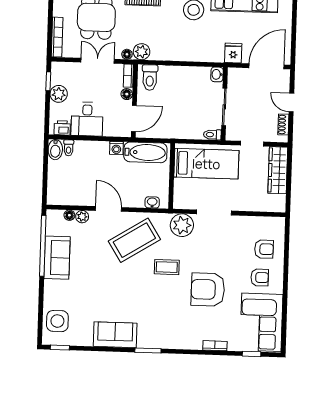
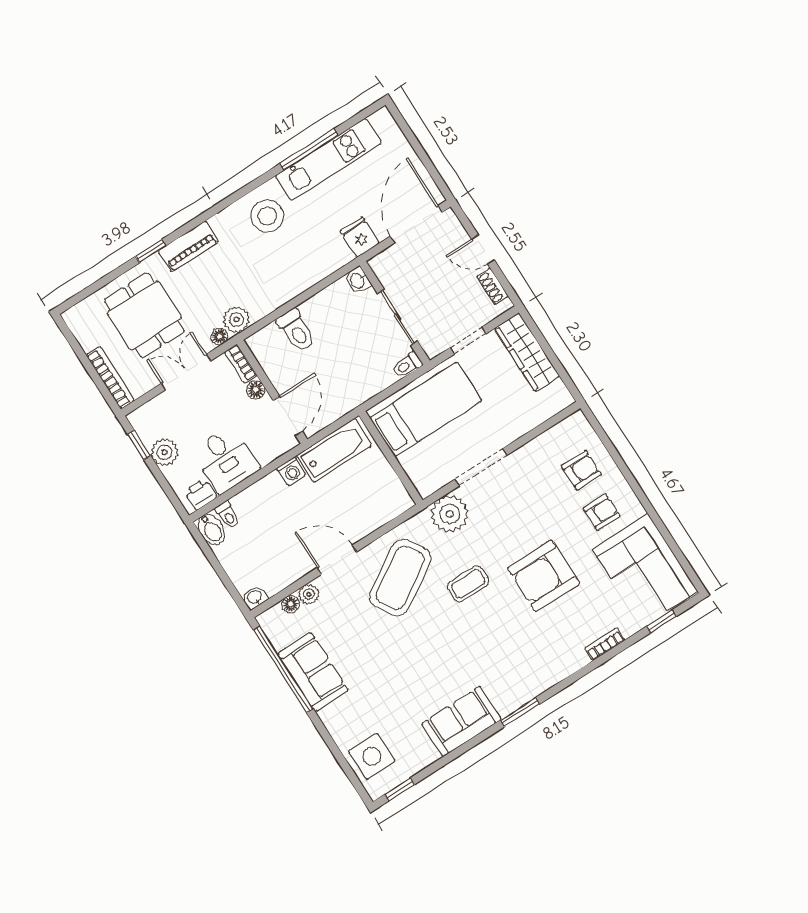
toilet: (150, 78) -> (296, 330), moved
washbasin: (152, 202) -> (255, 597), moved

